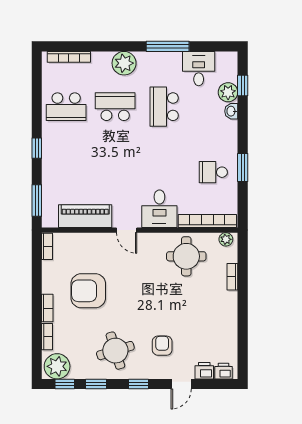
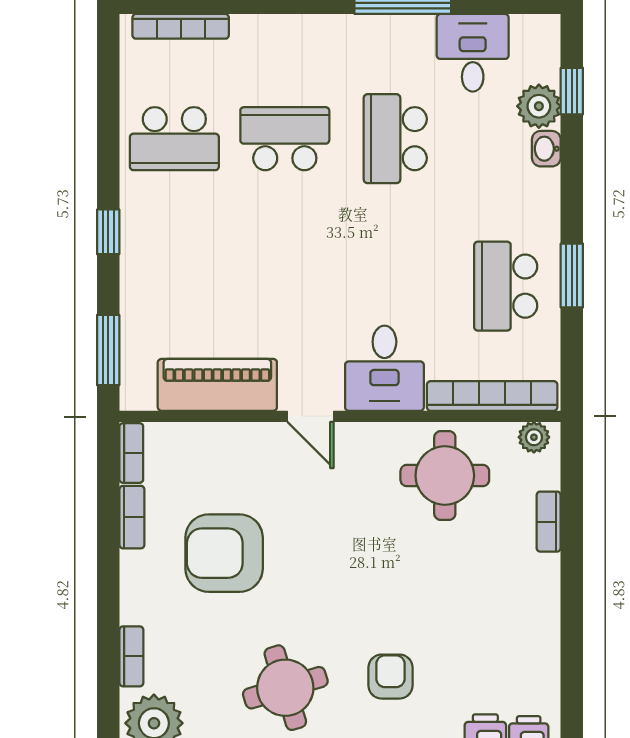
plant: (124, 63) -> (305, 41), removed
school desk: (213, 172) -> (506, 286), width x1.85
bookcase: (47, 308) -> (132, 517), moved

